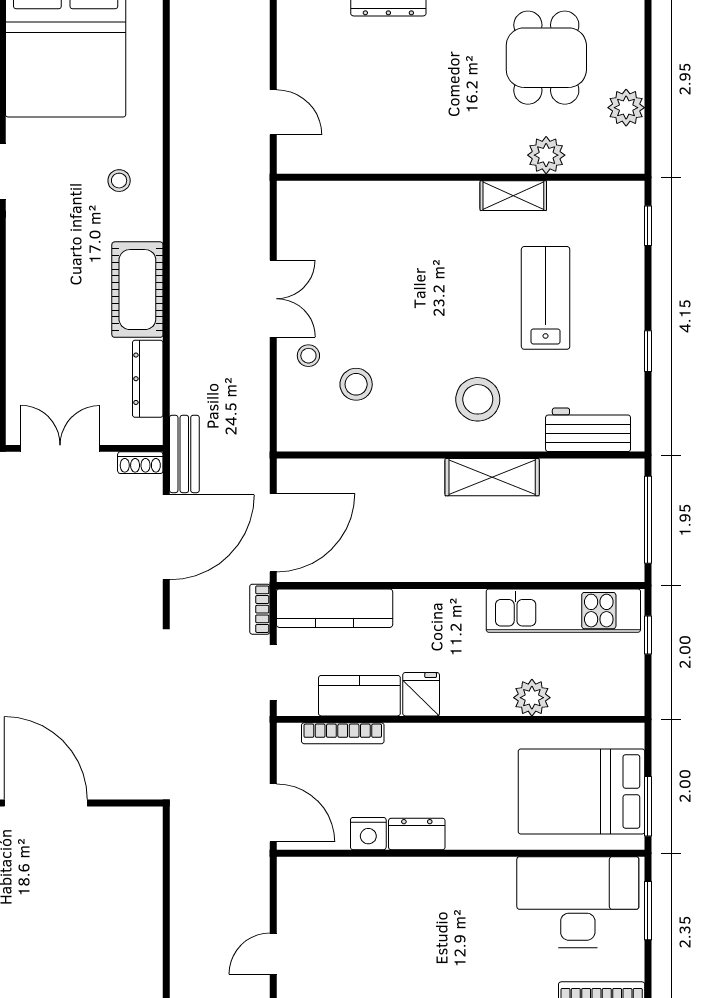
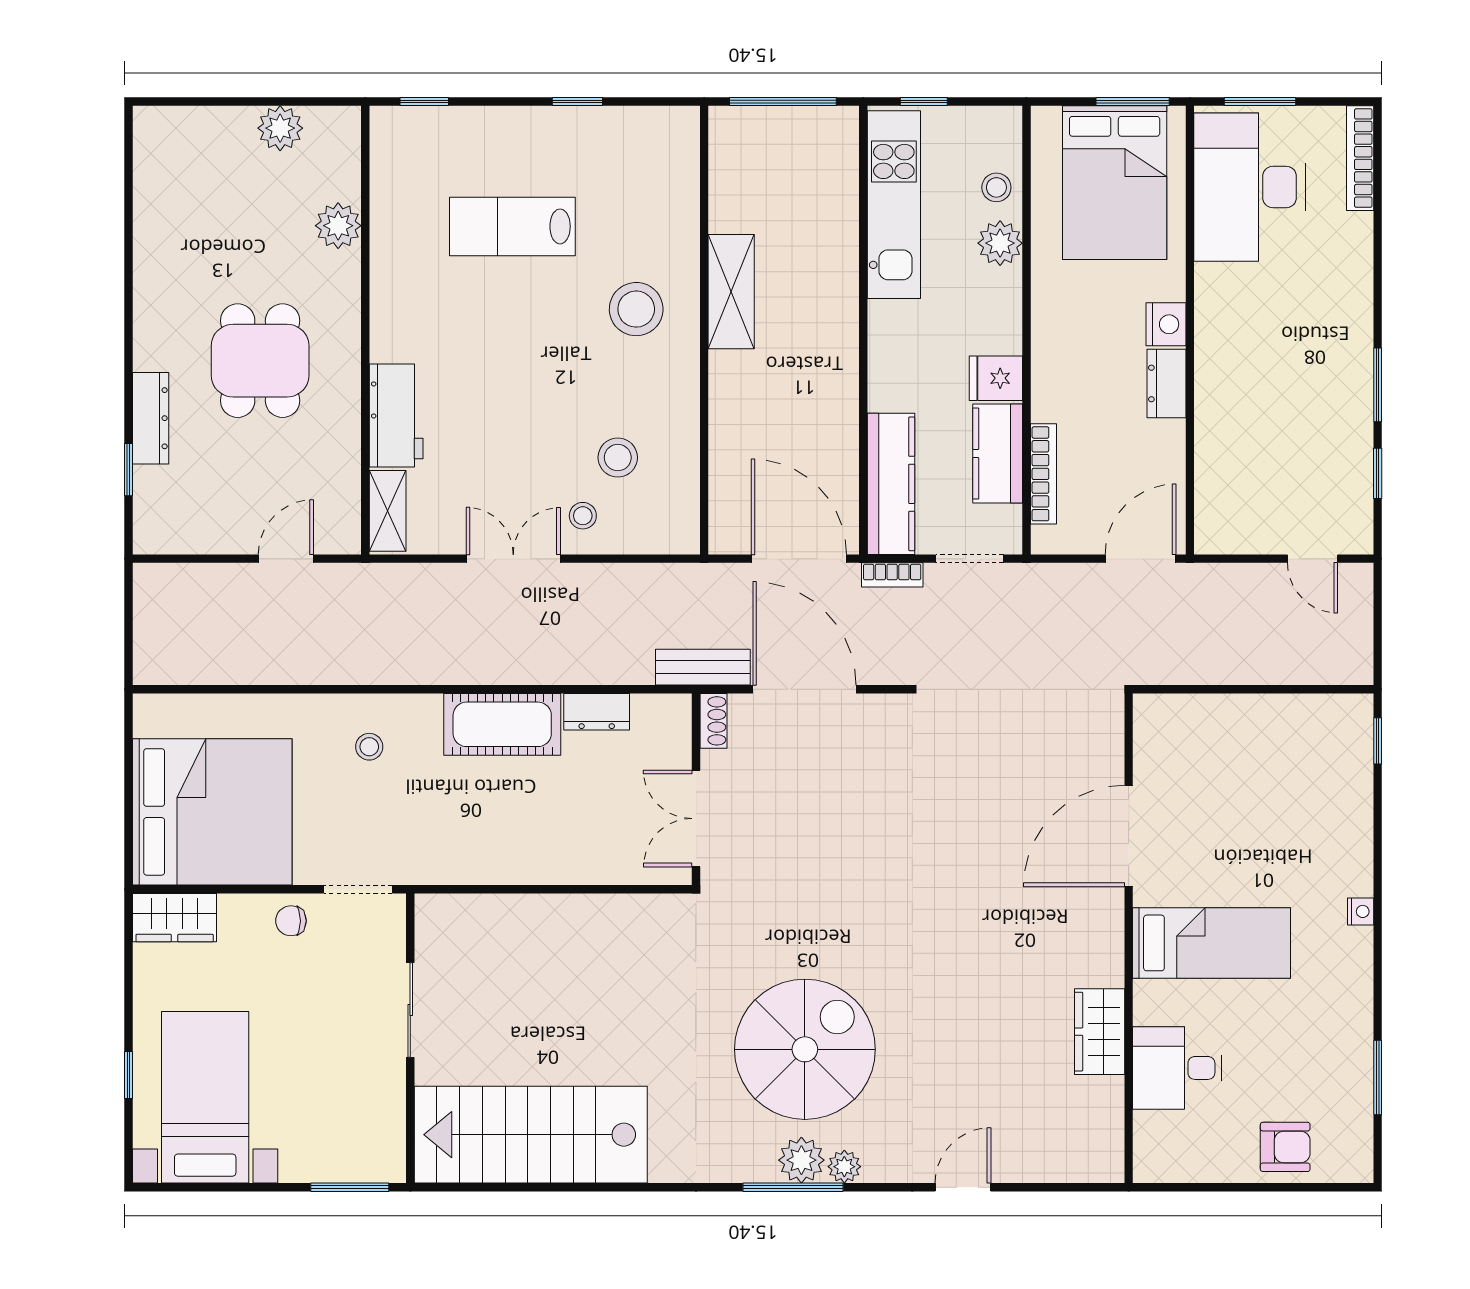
dining table: (546, 58) -> (260, 361), moved, turned 90
shelving: (513, 196) -> (388, 511), moved
dresser: (148, 379) -> (597, 712), width x0.70
workbench: (588, 430) -> (396, 415), moved, turned 180
stool: (578, 695) -> (996, 187), added
nightstand: (368, 834) -> (1166, 324), moved

